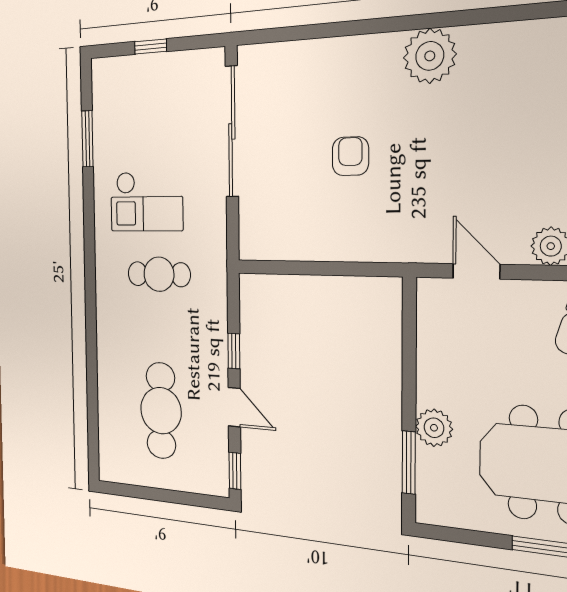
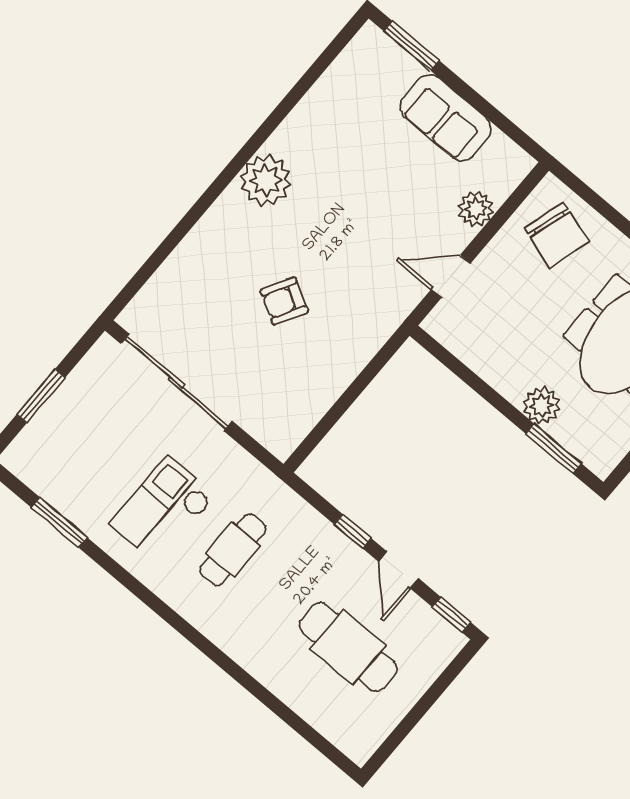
window: (151, 47) -> (41, 396), width x1.50
armchair: (350, 156) -> (284, 301), turned -61
checkout: (146, 201) -> (163, 510), turned 180
door: (234, 407) -> (399, 570), swing flipped

